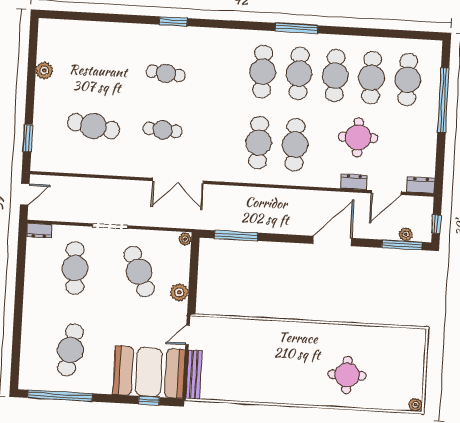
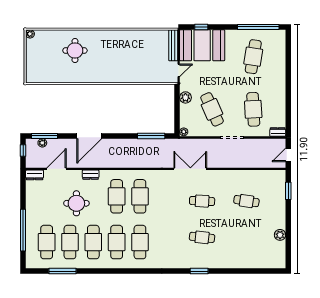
window: (297, 28) -> (62, 271), moved
cafe table: (94, 126) -> (246, 201), width x0.73, depth x0.74
dresser: (354, 182) -> (91, 175), moved

